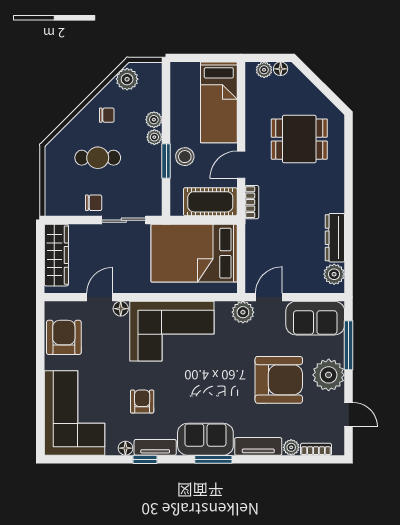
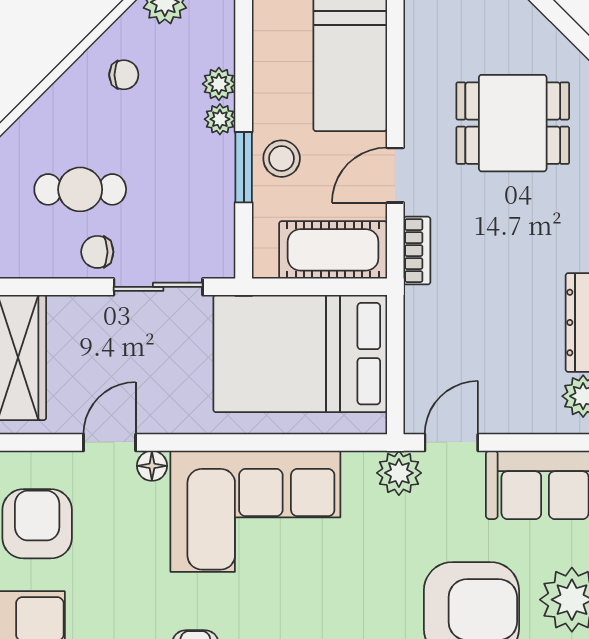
cafe table: (98, 158) -> (80, 189), moved
chair: (94, 203) -> (97, 252), turned 180

